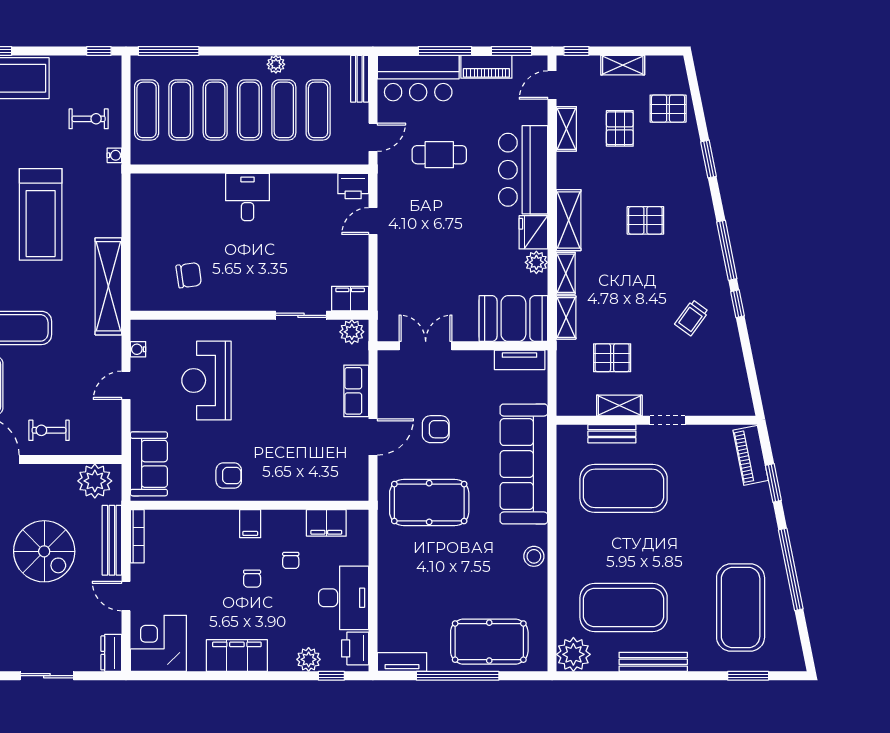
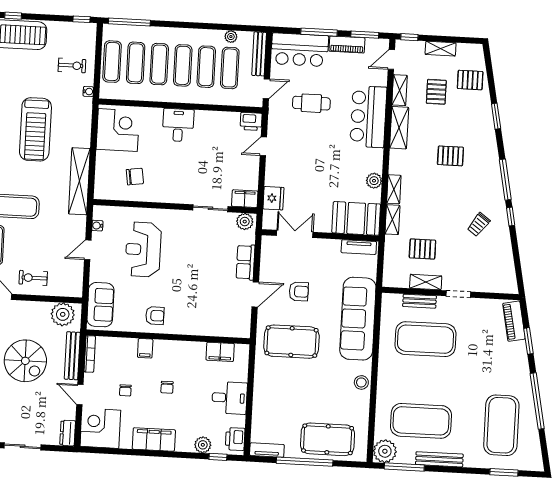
plant: (276, 64) -> (231, 37), moved
bench: (360, 79) -> (259, 54), width x1.36
corner desk: (160, 209) -> (118, 130), added
shelving: (569, 220) -> (399, 128), moved
fridge: (533, 232) -> (273, 198), moved, turned 180
filing cabinet: (250, 524) -> (145, 348), moved
chair: (291, 560) -> (125, 390), moved
desk: (344, 598) -> (230, 398), width x0.73
window: (603, 676) -> (404, 467), added

